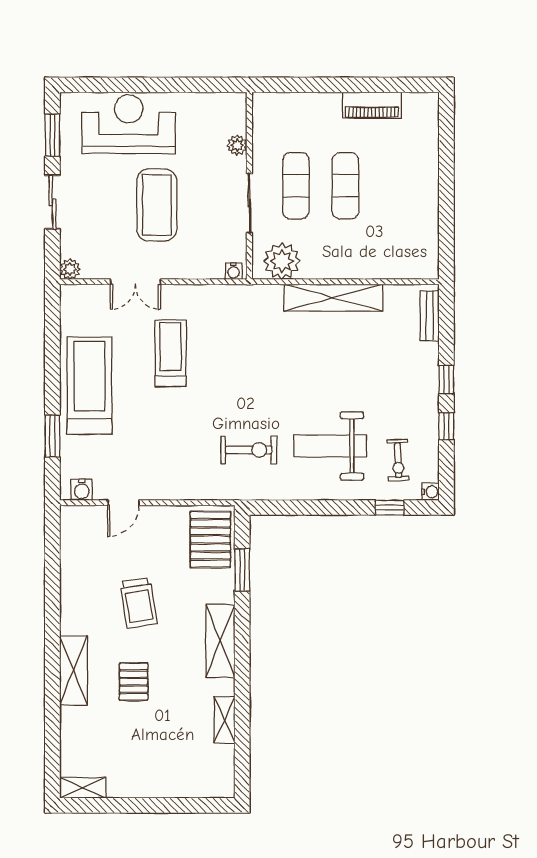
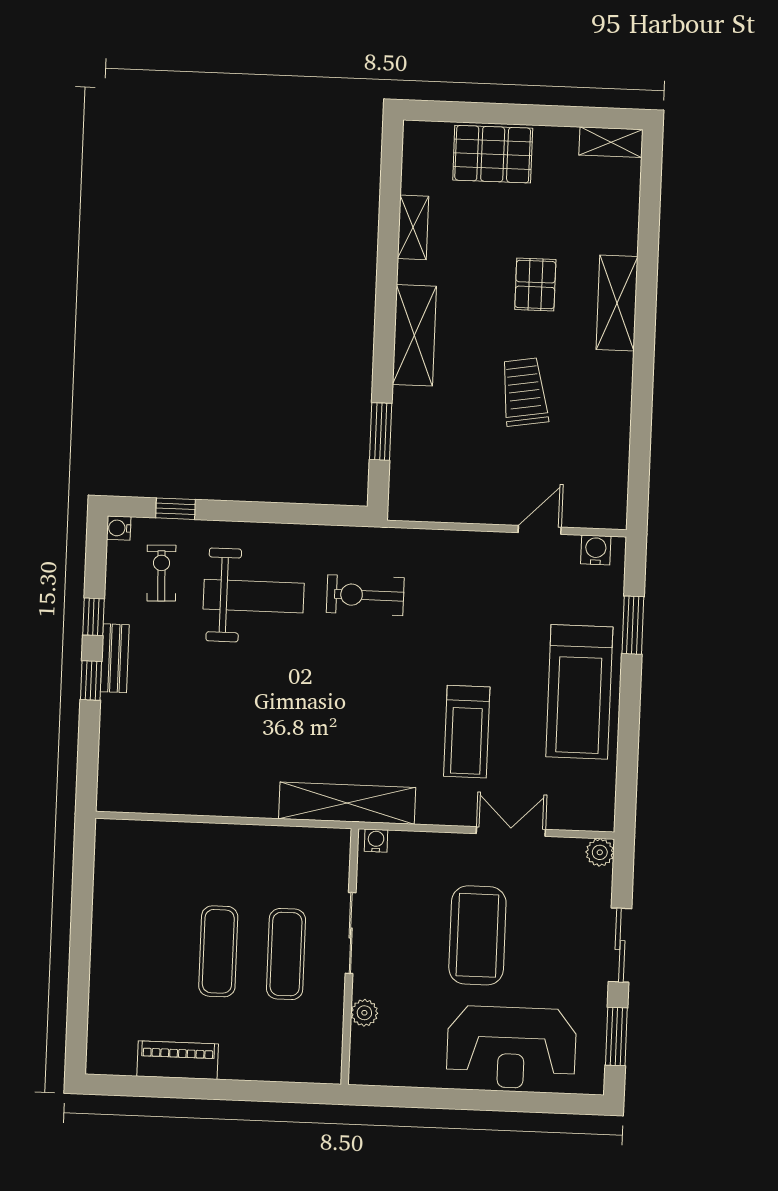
plant: (282, 261) -> (309, 852), removed
shelving: (333, 298) -> (347, 803), moved
bench: (430, 316) -> (115, 658), moved
pallet: (210, 539) -> (493, 154), moved, turned 90

